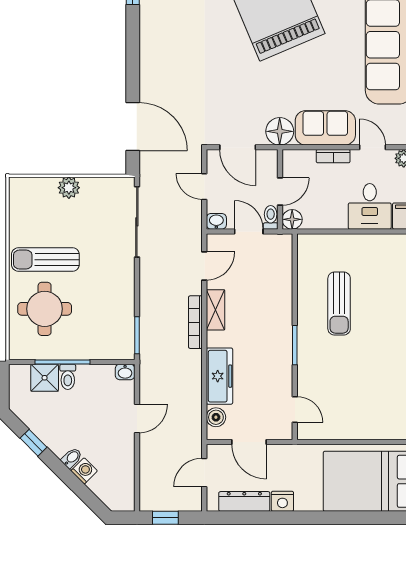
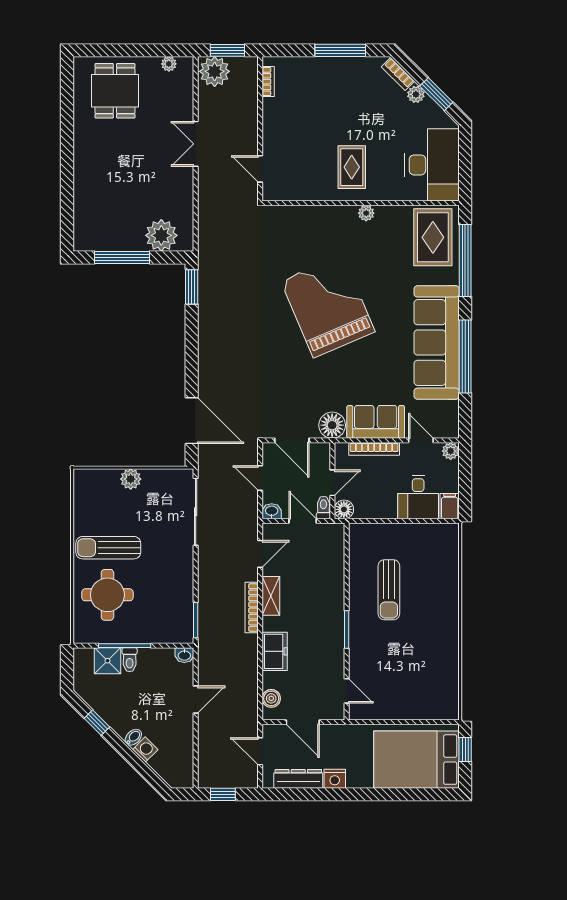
bookcase: (333, 156) -> (374, 449), width x1.56
freezer: (219, 376) -> (275, 651), width x0.71
door: (204, 473) -> (260, 751), hinge flipped

